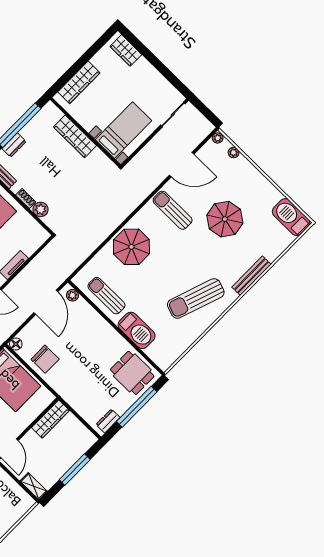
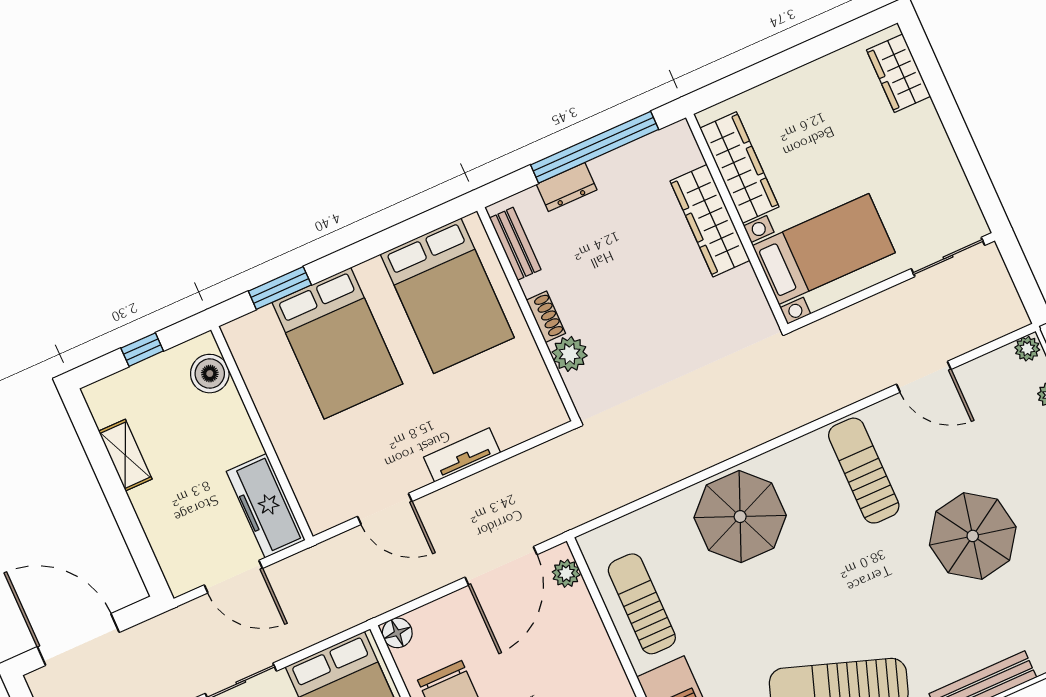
wardrobe: (79, 82) -> (739, 168), moved, turned -90
door: (182, 165) -> (924, 377), width x0.73

